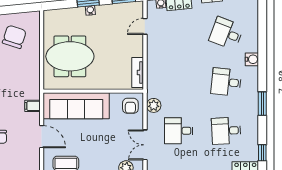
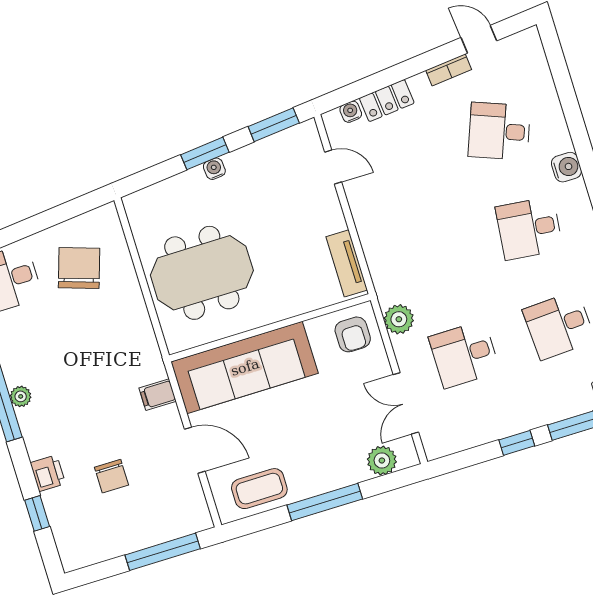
door: (145, 26) -> (333, 167), swing flipped

